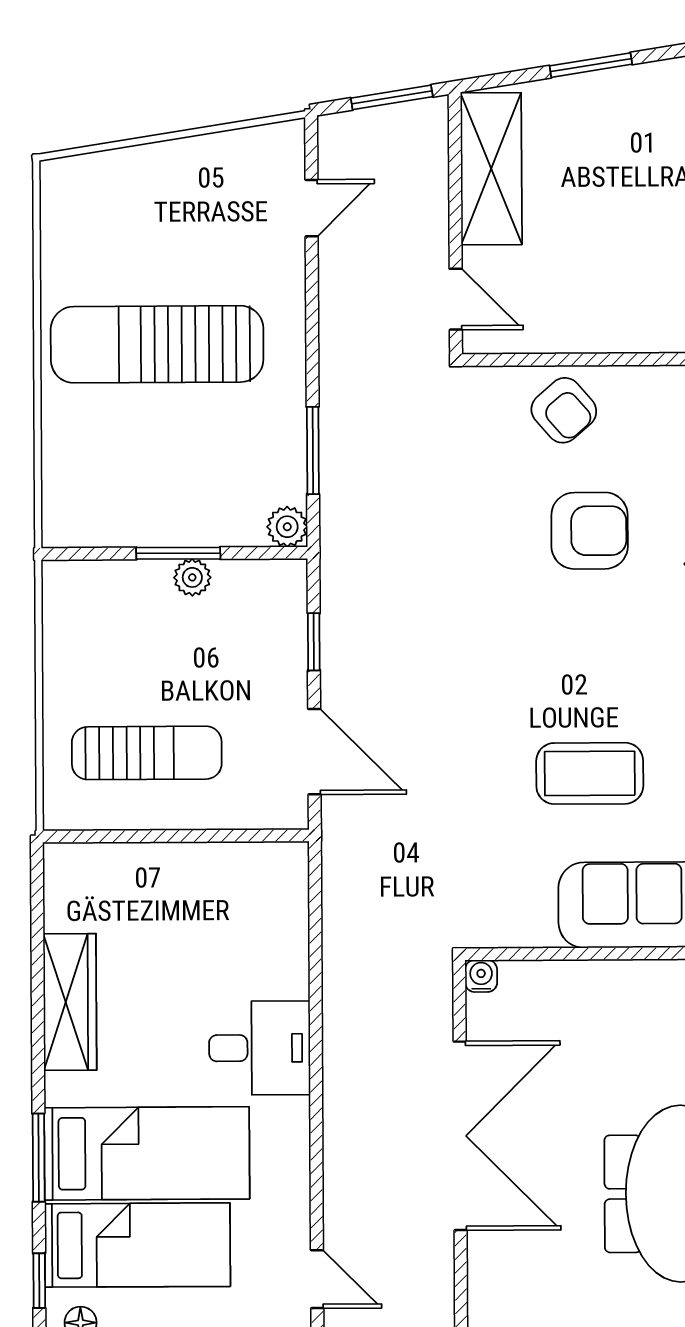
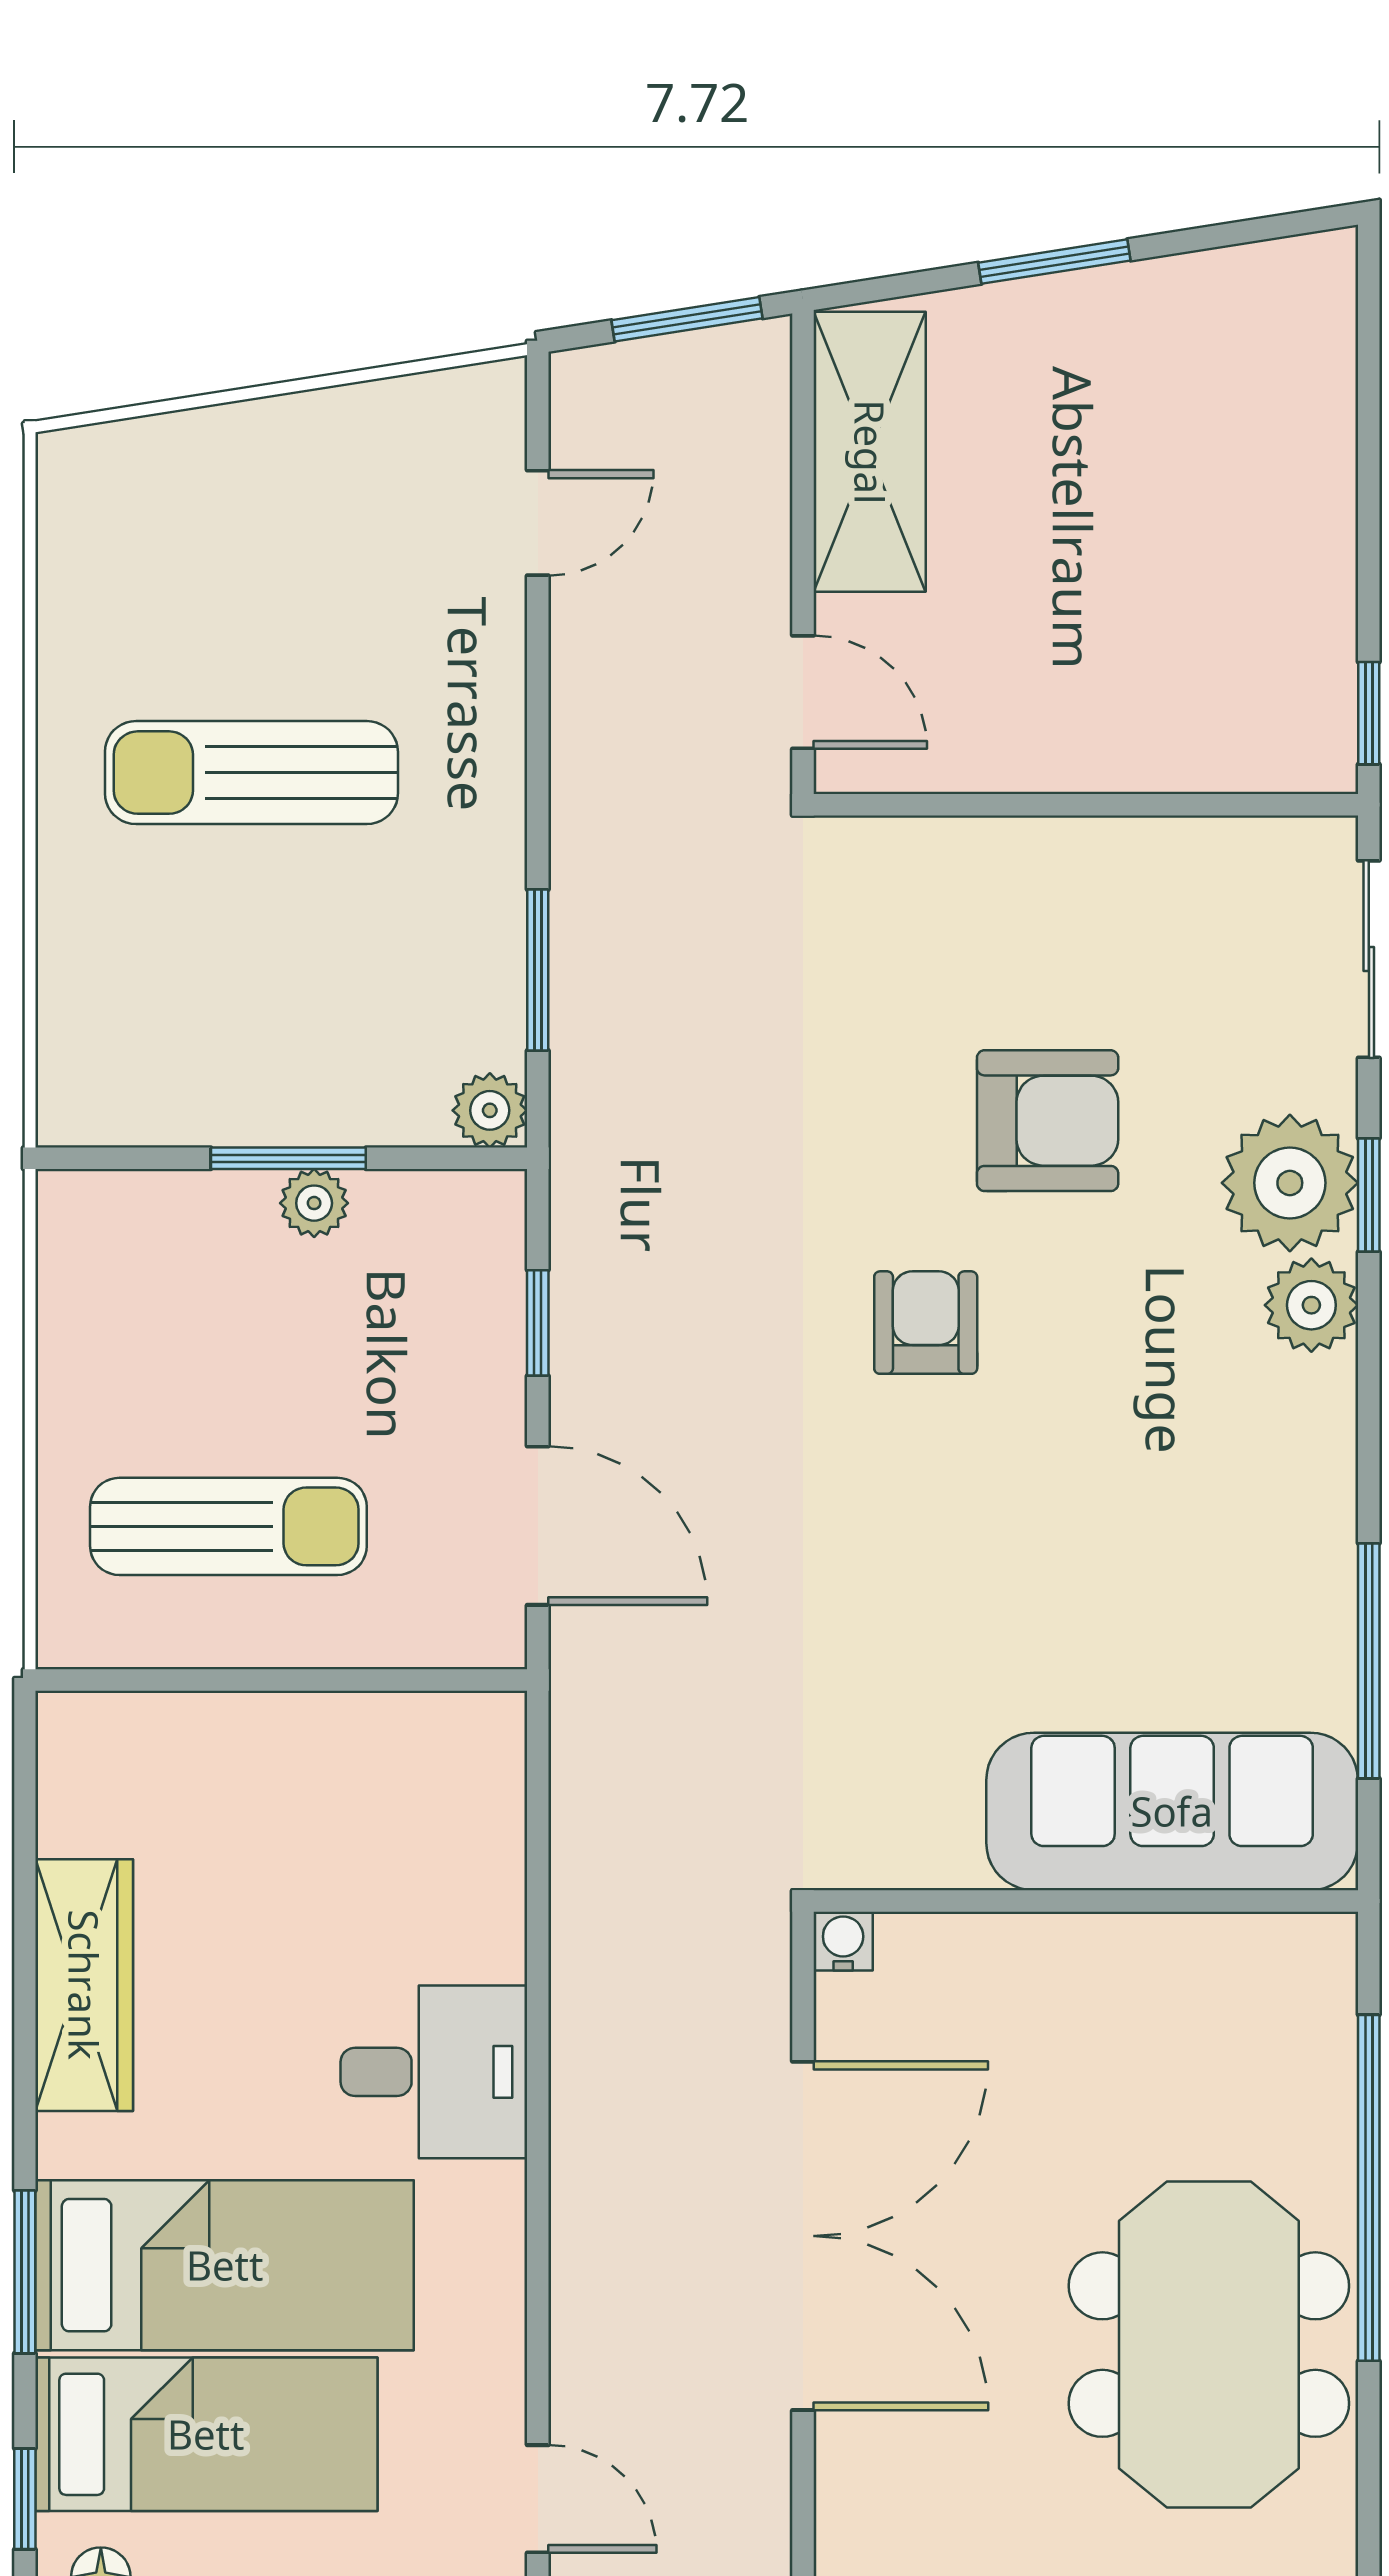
sun lounger: (157, 344) -> (251, 773), width x0.73, depth x0.75
armchair: (564, 410) -> (926, 1323), moved, turned -139
coffee table: (590, 773) -> (1045, 1568), removed

